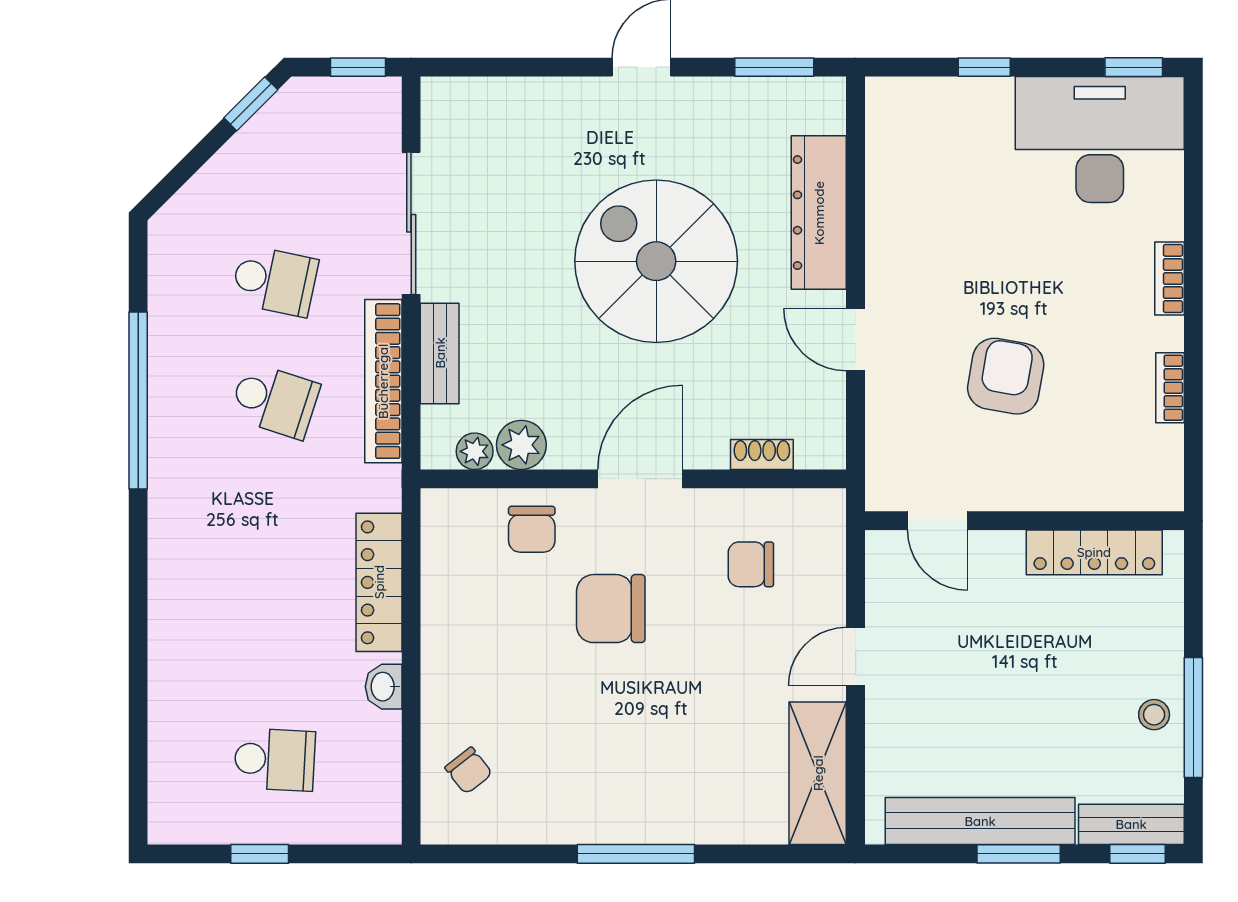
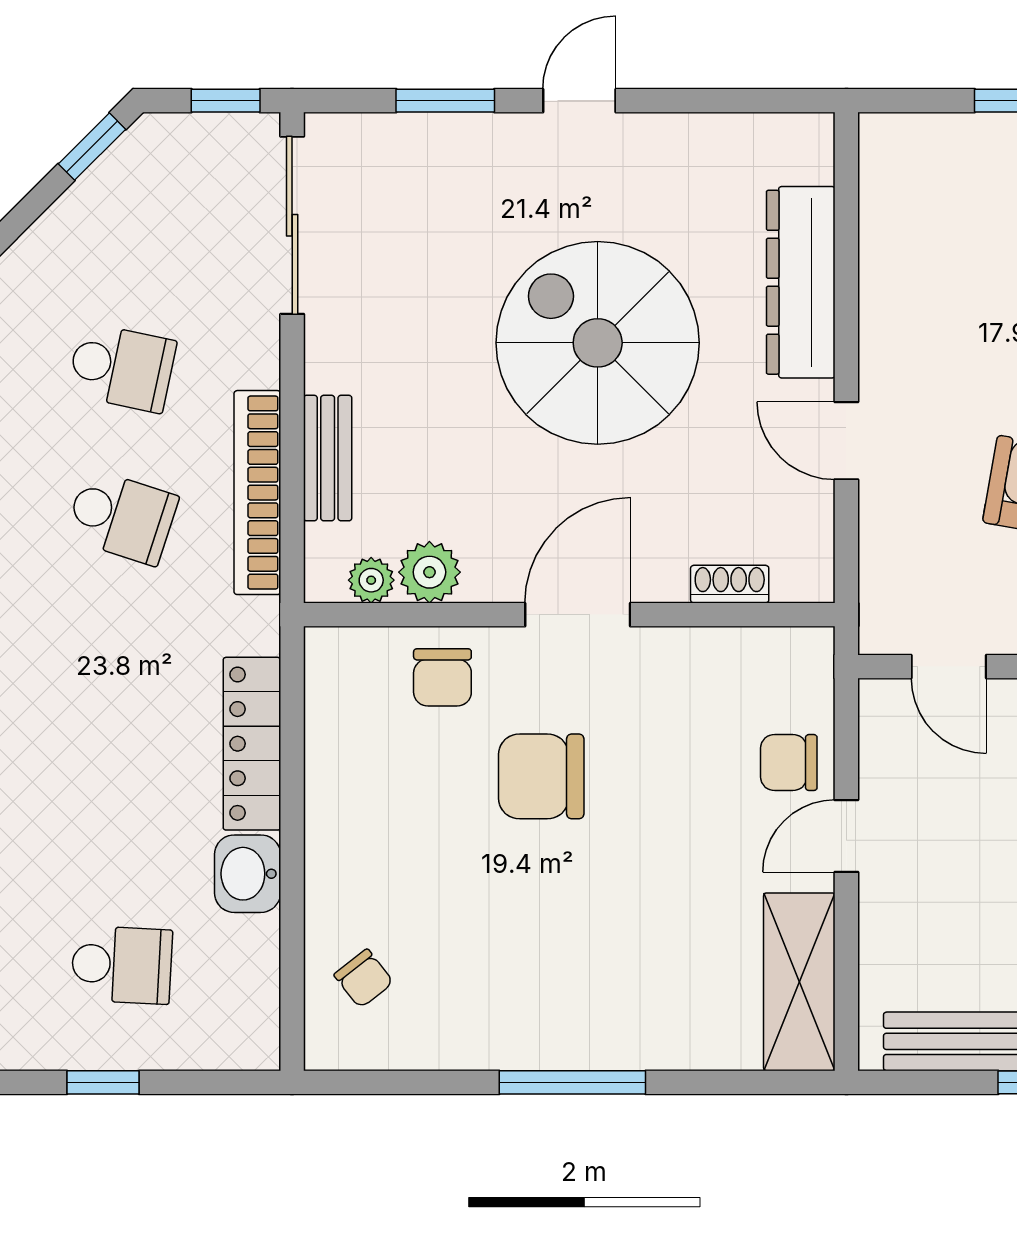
window: (774, 67) -> (445, 101), moved
sliding door: (411, 223) -> (292, 225), moved
chair: (751, 564) -> (789, 763), moved
washbasin: (384, 687) -> (248, 874), width x1.38, depth x1.45

